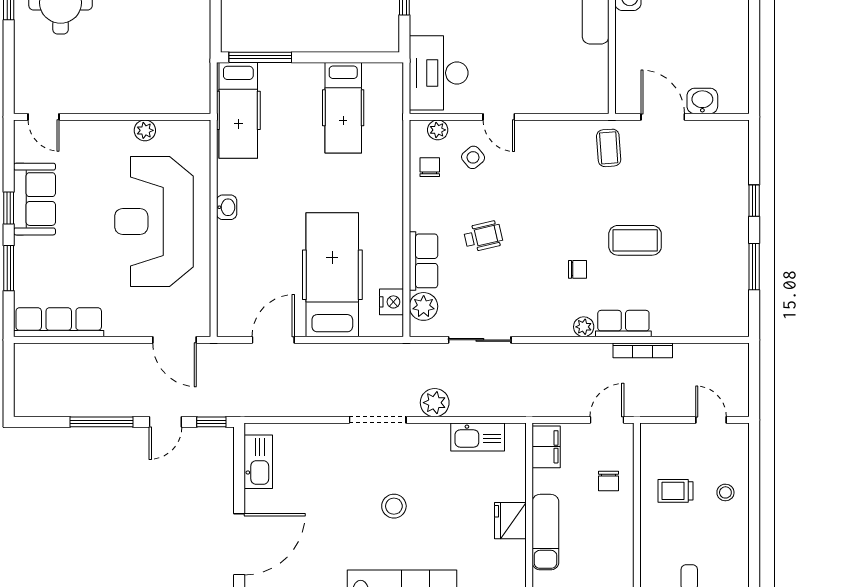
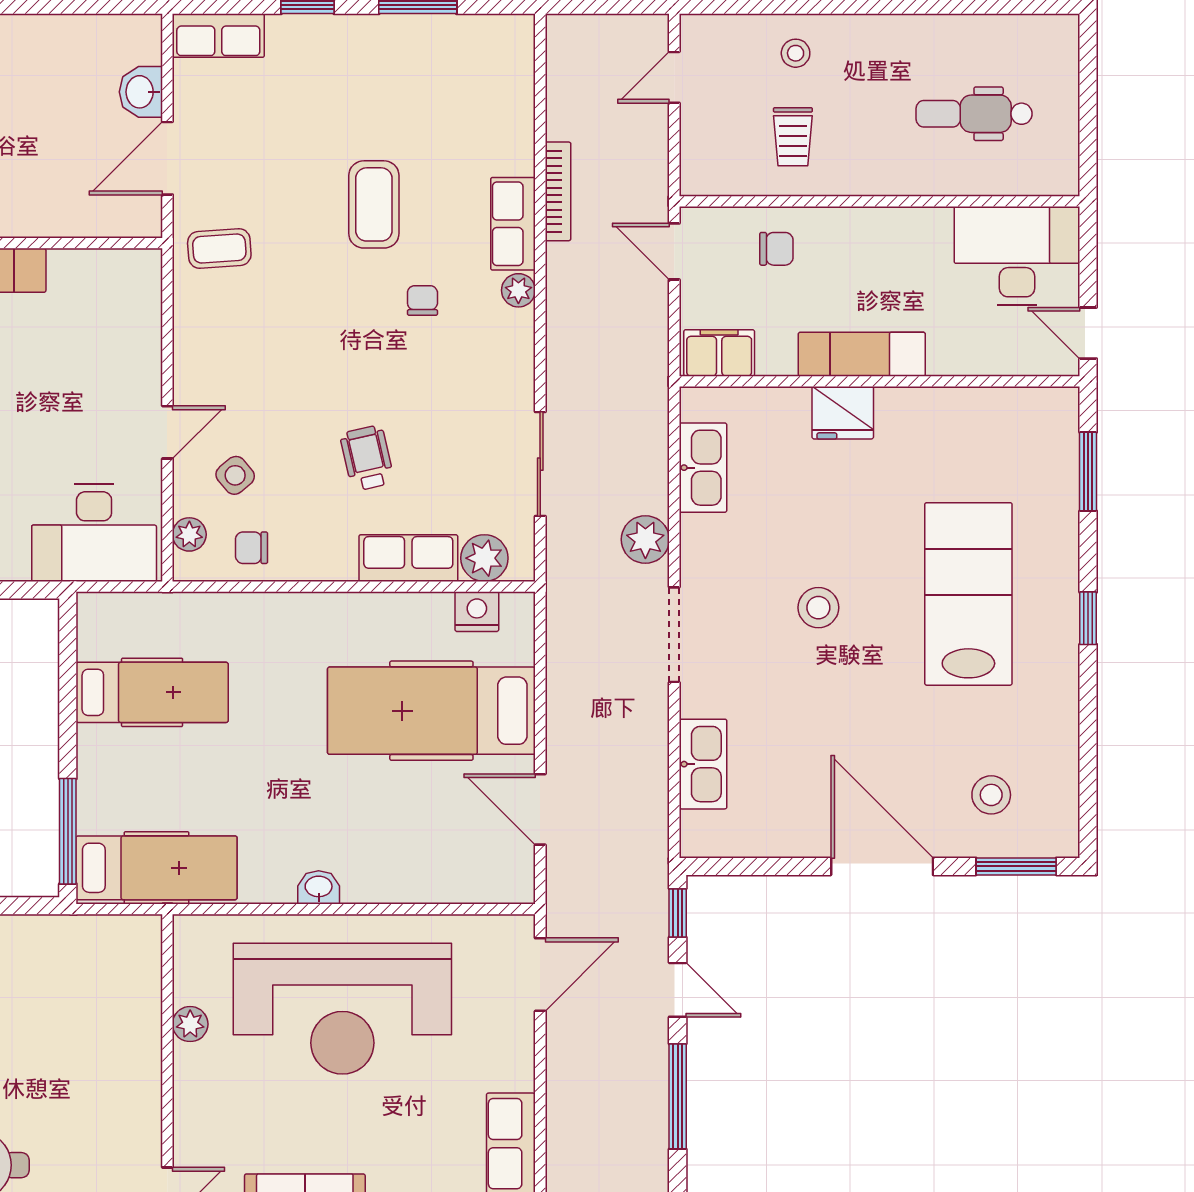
row of seats: (736, 147) -> (218, 36), added
kitchen sink: (258, 462) -> (703, 764), moved, turned 90

